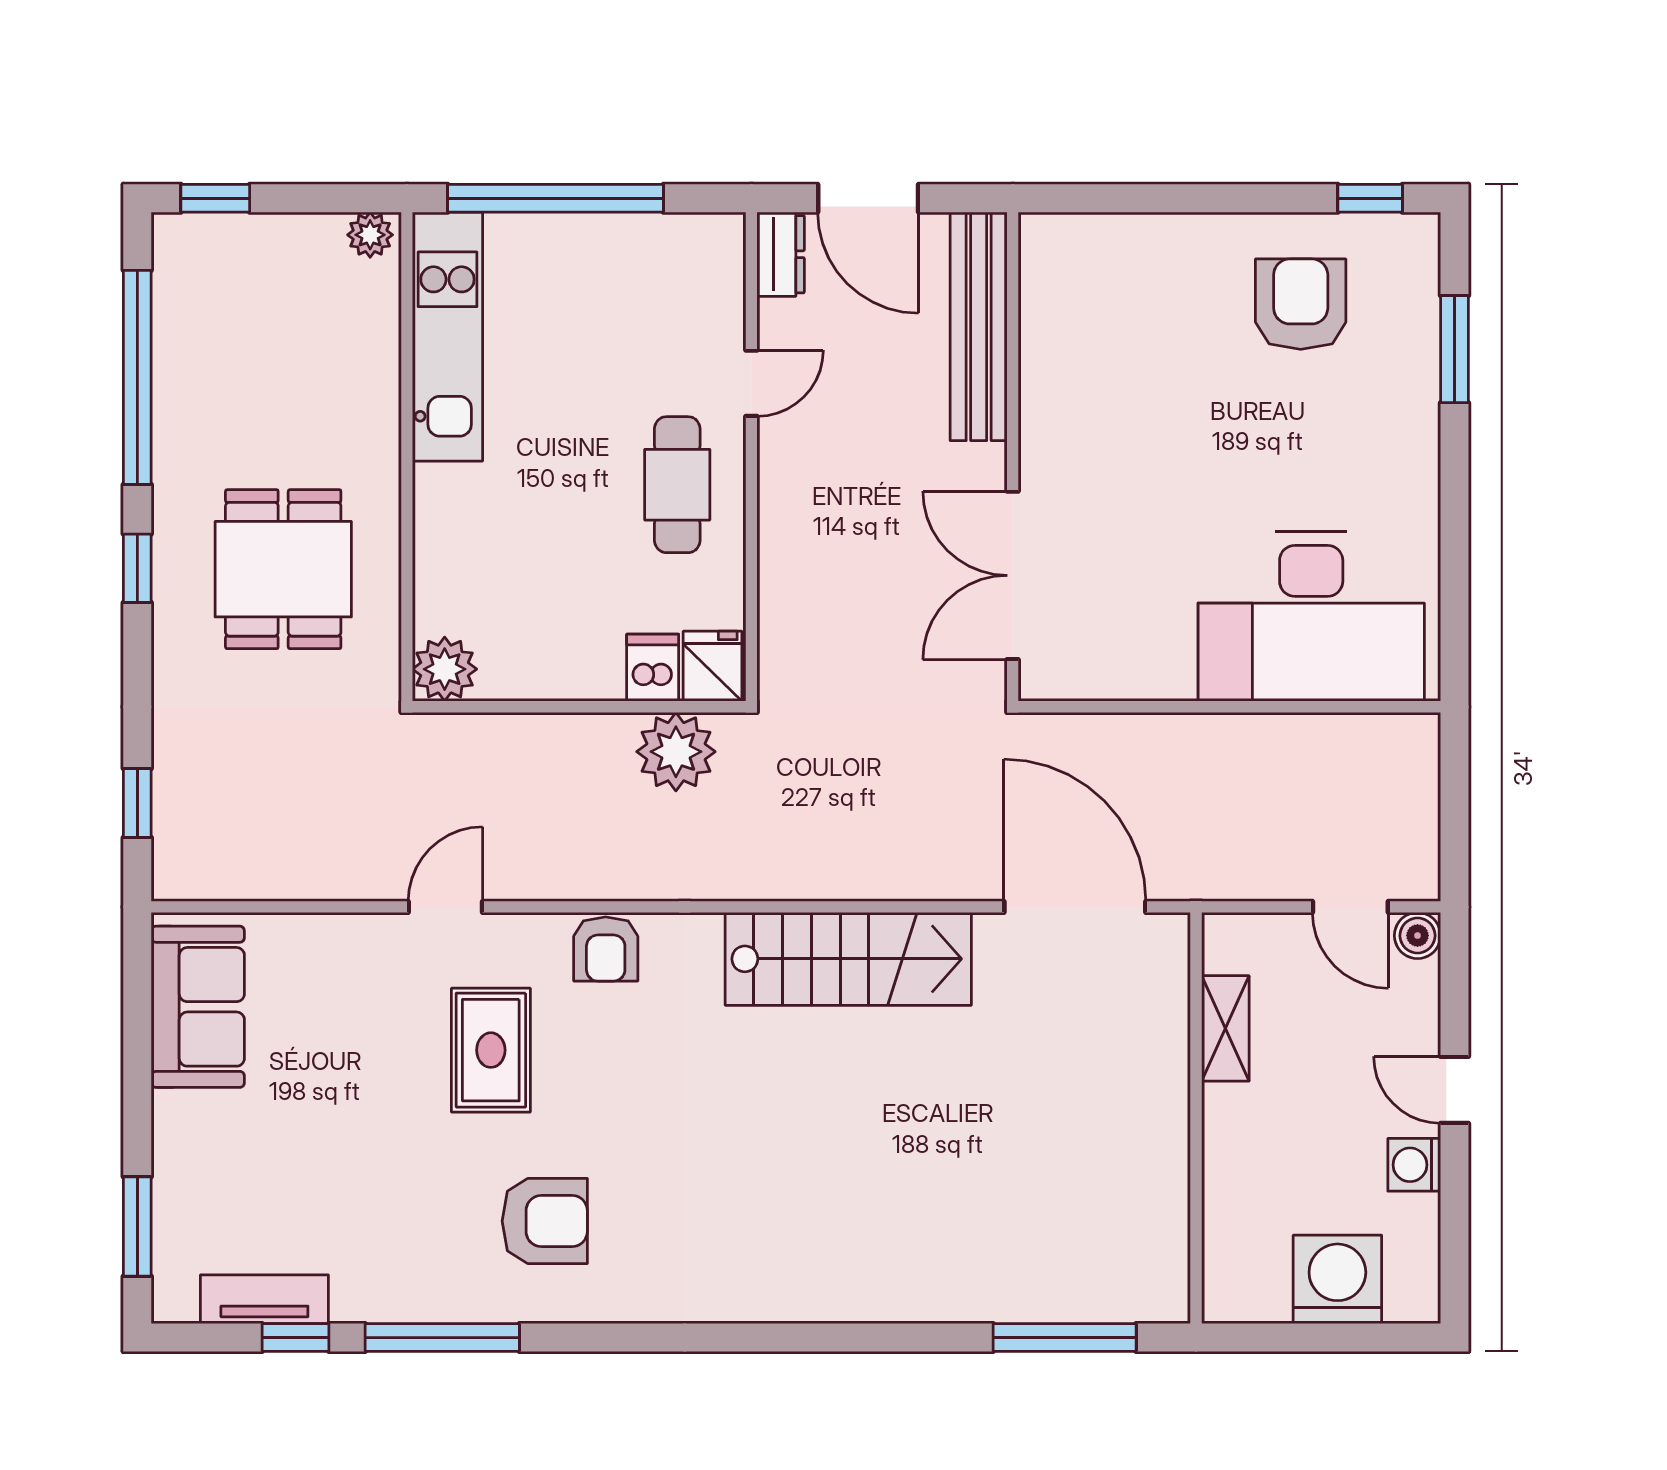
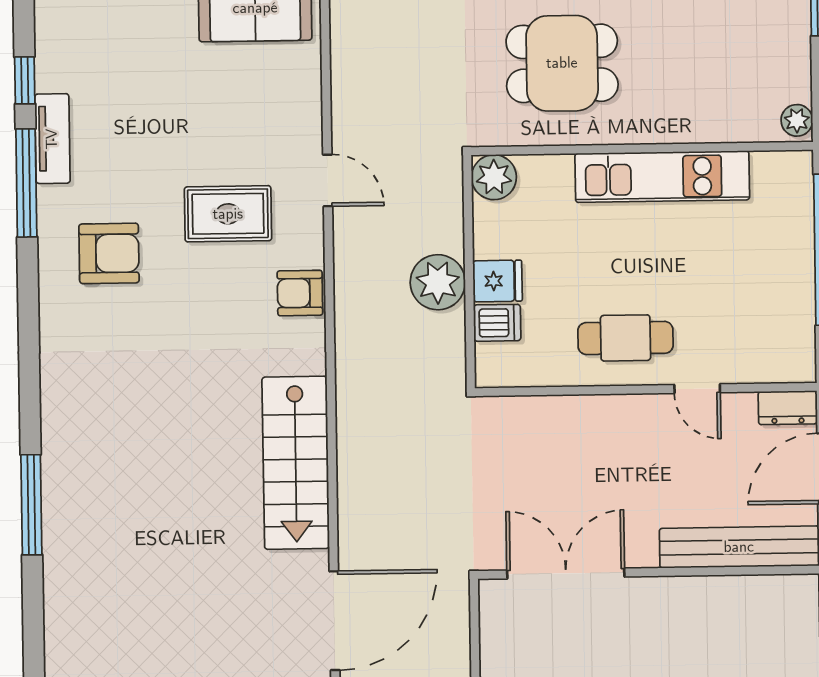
kitchen unit: (447, 337) -> (662, 177), moved
fridge: (712, 666) -> (498, 281), moved
plant: (676, 752) -> (438, 282), moved
armchair: (545, 1221) -> (109, 253), turned -90
tv unit: (264, 1299) -> (52, 139), moved
window: (1065, 1338) -> (31, 505), moved

